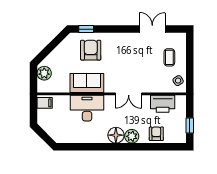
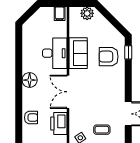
armchair: (91, 50) -> (109, 57), turned 180
double door: (129, 94) -> (68, 92), width x1.37
plant: (132, 136) -> (29, 95), removed

